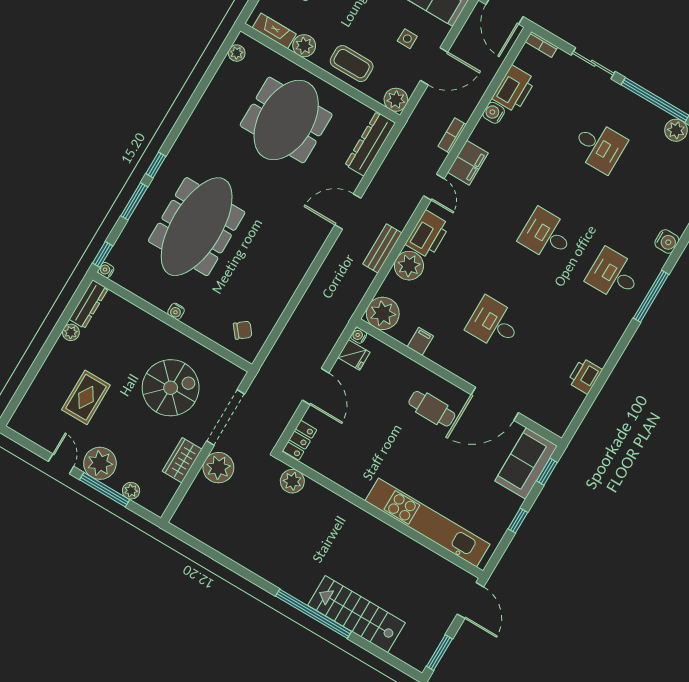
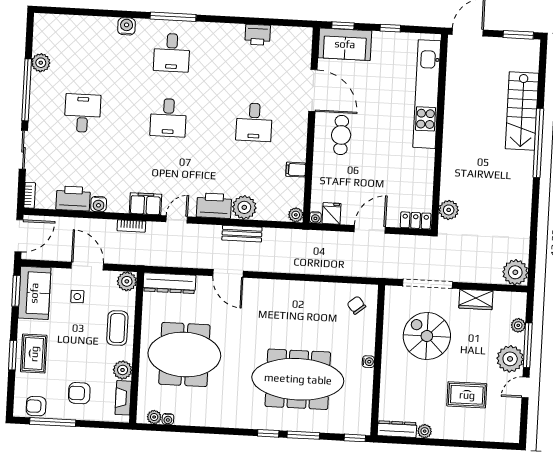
water cooler: (106, 270) -> (168, 419), moved
plant: (383, 313) -> (296, 215), width x0.53, depth x0.53
plant: (218, 468) -> (515, 272), moved

